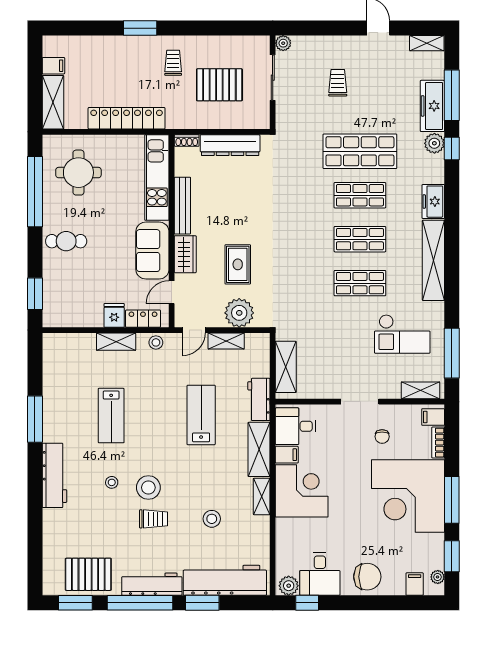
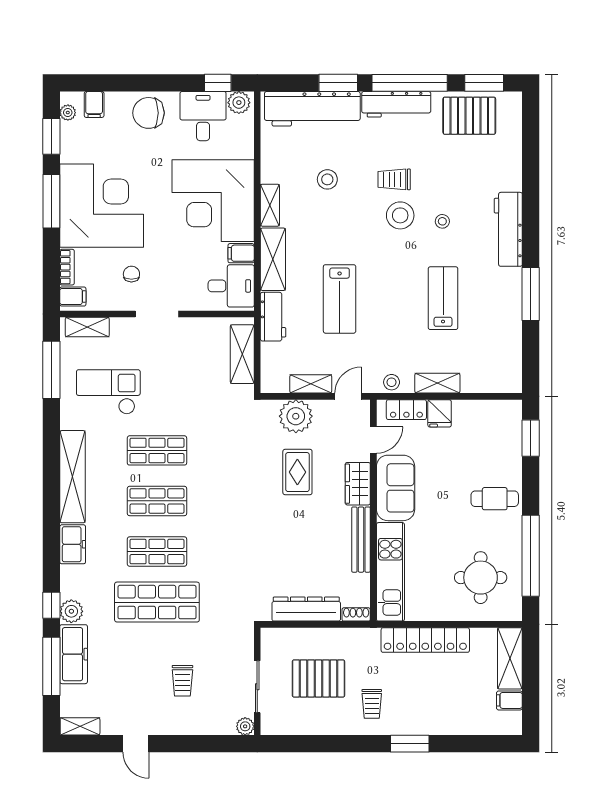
corner desk: (302, 491) -> (213, 201), width x1.36, depth x1.36

